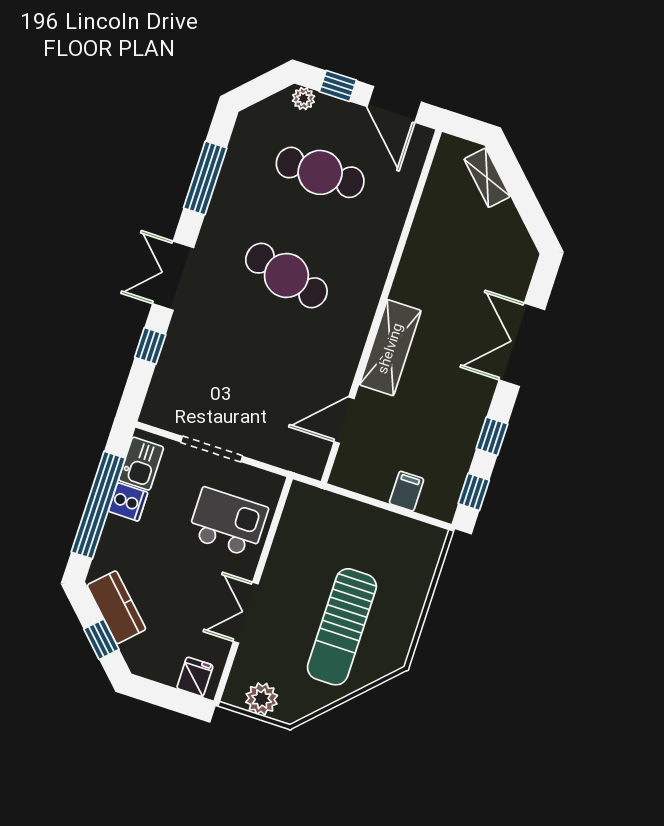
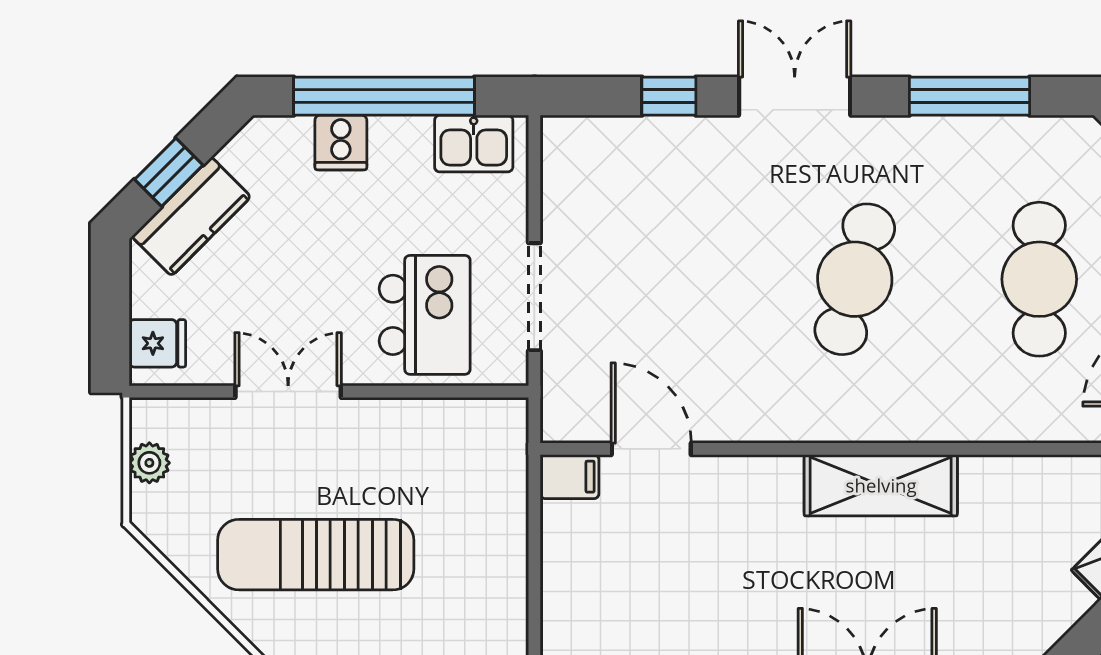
shelving: (390, 348) -> (881, 485), moved
doorway: (212, 449) -> (534, 297), moved
filing cabinet: (407, 491) -> (570, 477), moved
cooker: (128, 502) -> (341, 143), moved
kitchen counter: (116, 607) -> (191, 217), moved
plant: (262, 699) -> (149, 463), width x0.73, depth x0.73

